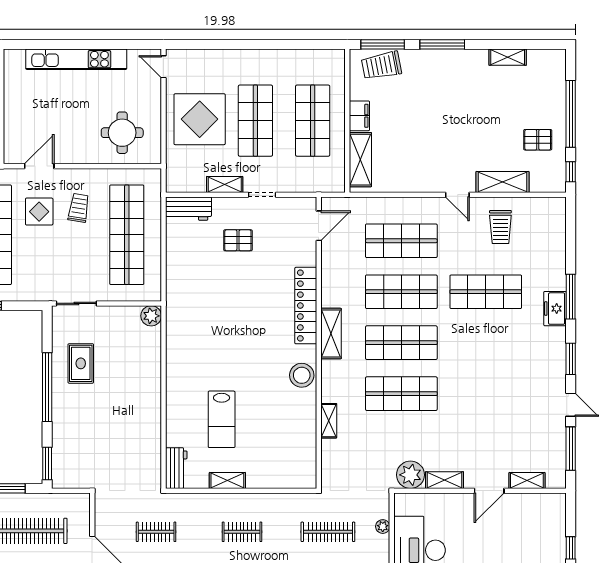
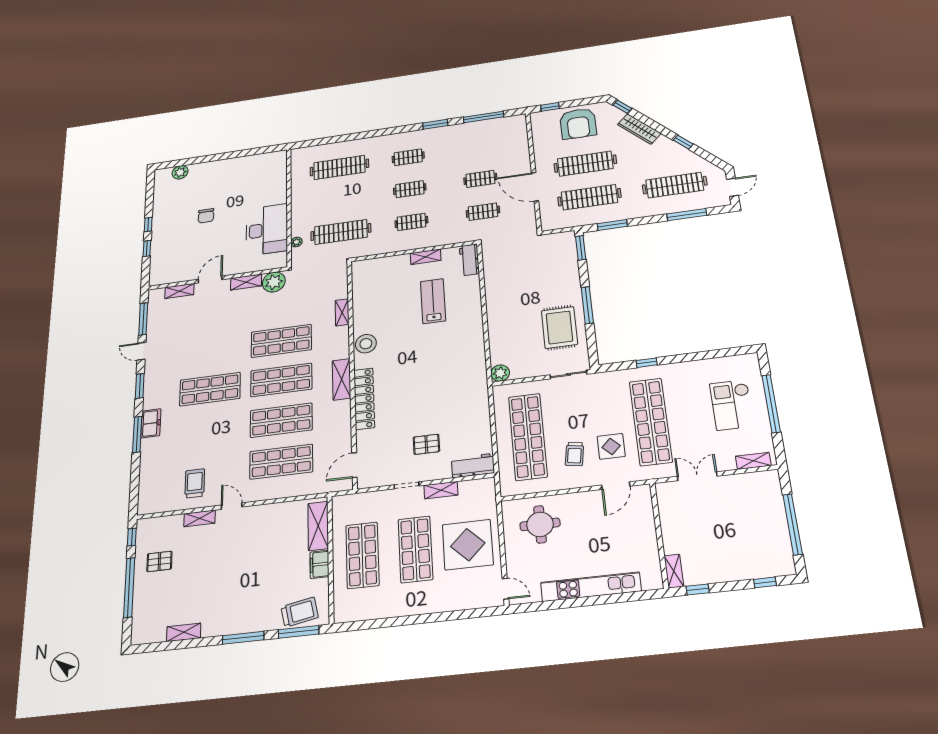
shelving: (503, 182) -> (199, 518), width x0.67, depth x0.75
shop shelf: (486, 292) -> (210, 389), moved
rug: (81, 363) -> (559, 327), width x1.36, depth x1.43
window: (47, 387) -> (587, 305), width x0.68
clothes rail: (328, 532) -> (341, 232), width x1.37, depth x1.31

